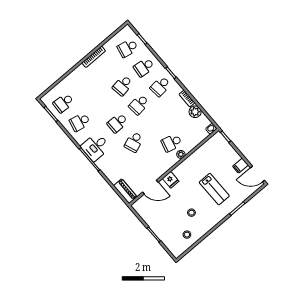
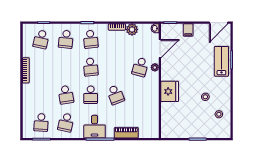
school desk: (123, 85) -> (66, 95), moved
filing cabinet: (240, 166) -> (188, 30), moved
fridge: (171, 180) -> (170, 91), width x1.88, depth x1.34
door: (150, 187) -> (160, 49), moved
lab bench: (214, 189) -> (221, 61), moved, turned -90
piano: (125, 191) -> (126, 133), moved

